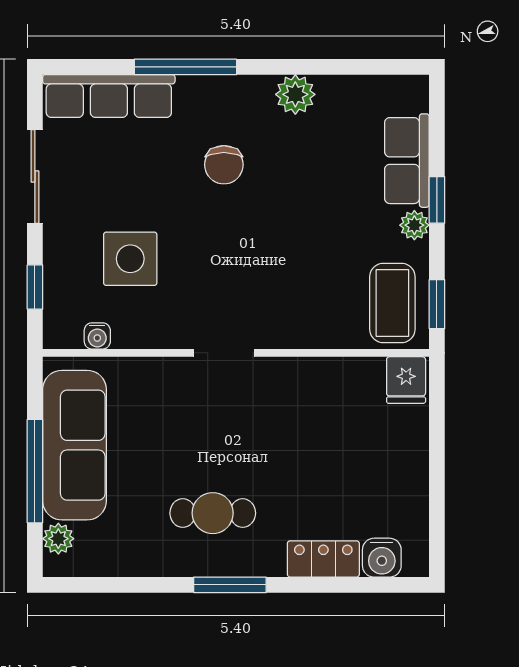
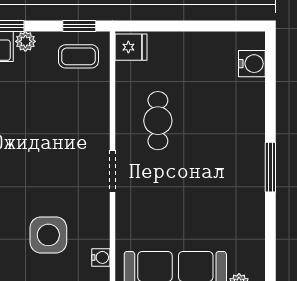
coffee table: (392, 303) -> (78, 56), width x0.73, depth x0.77
cafe table: (213, 513) -> (158, 121), moved
locker: (323, 559) -> (253, 103), removed

